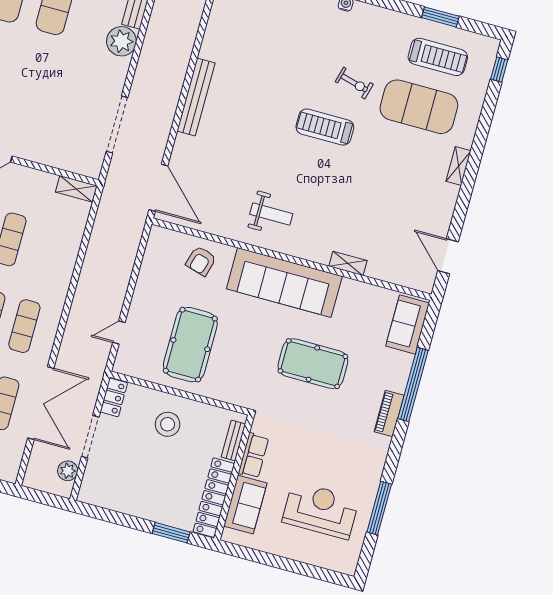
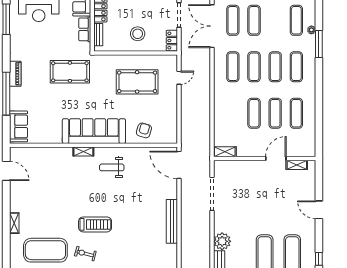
shelving: (348, 263) -> (83, 152), moved
pool table: (190, 345) -> (137, 82), turned 90
pool table: (313, 364) -> (70, 72), moved

